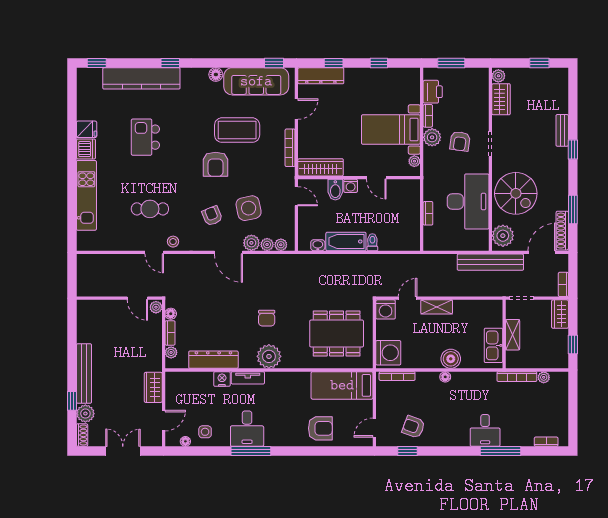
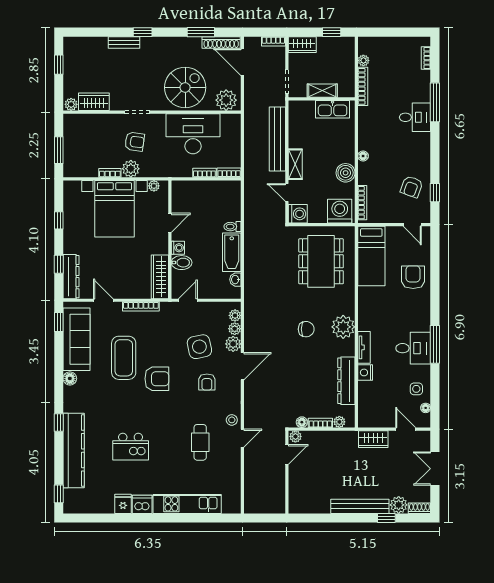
printer: (433, 92) -> (87, 168), removed
bed with nightstands: (391, 130) -> (114, 209), width x1.36
armchair: (212, 216) -> (207, 382), turned -68
bookcase: (428, 239) -> (229, 173), added
bench: (490, 262) -> (277, 139), moved
boiler: (451, 359) -> (346, 173), moved

